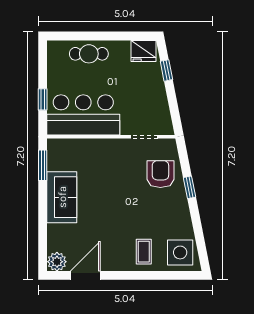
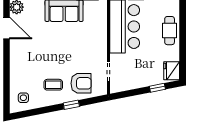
coffee table: (144, 252) -> (53, 85), moved
side table: (180, 252) -> (23, 98), width x0.54, depth x0.54

